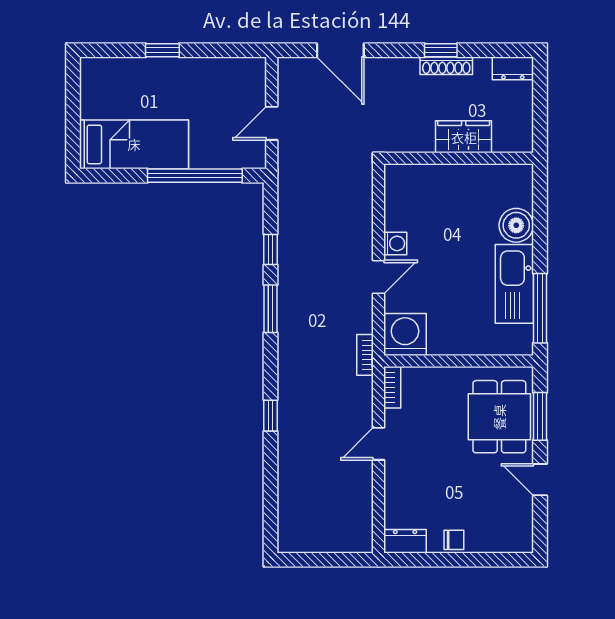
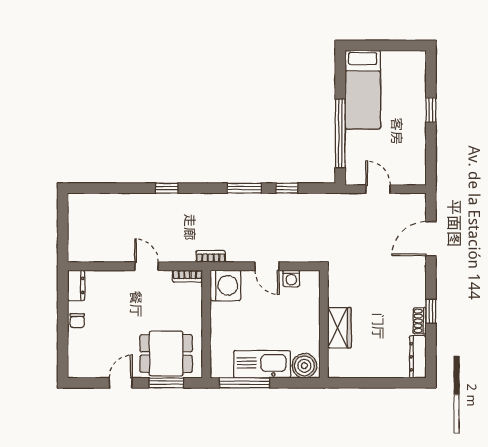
shoe rack: (446, 66) -> (420, 321), width x0.70
dresser: (513, 68) -> (418, 357), width x1.44
wardrobe: (464, 137) -> (339, 328), moved
wall: (459, 158) -> (324, 324), moved

